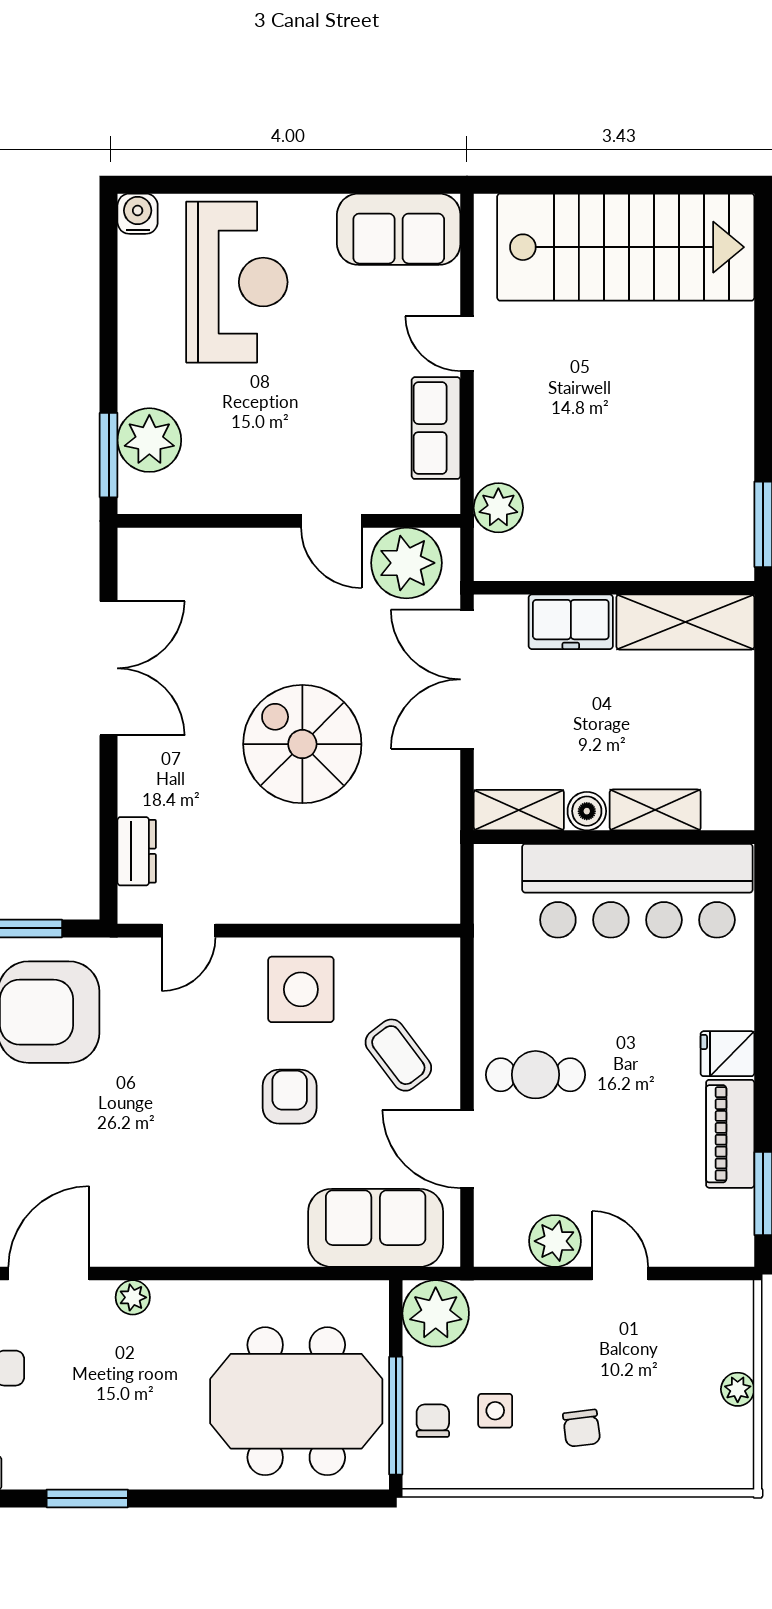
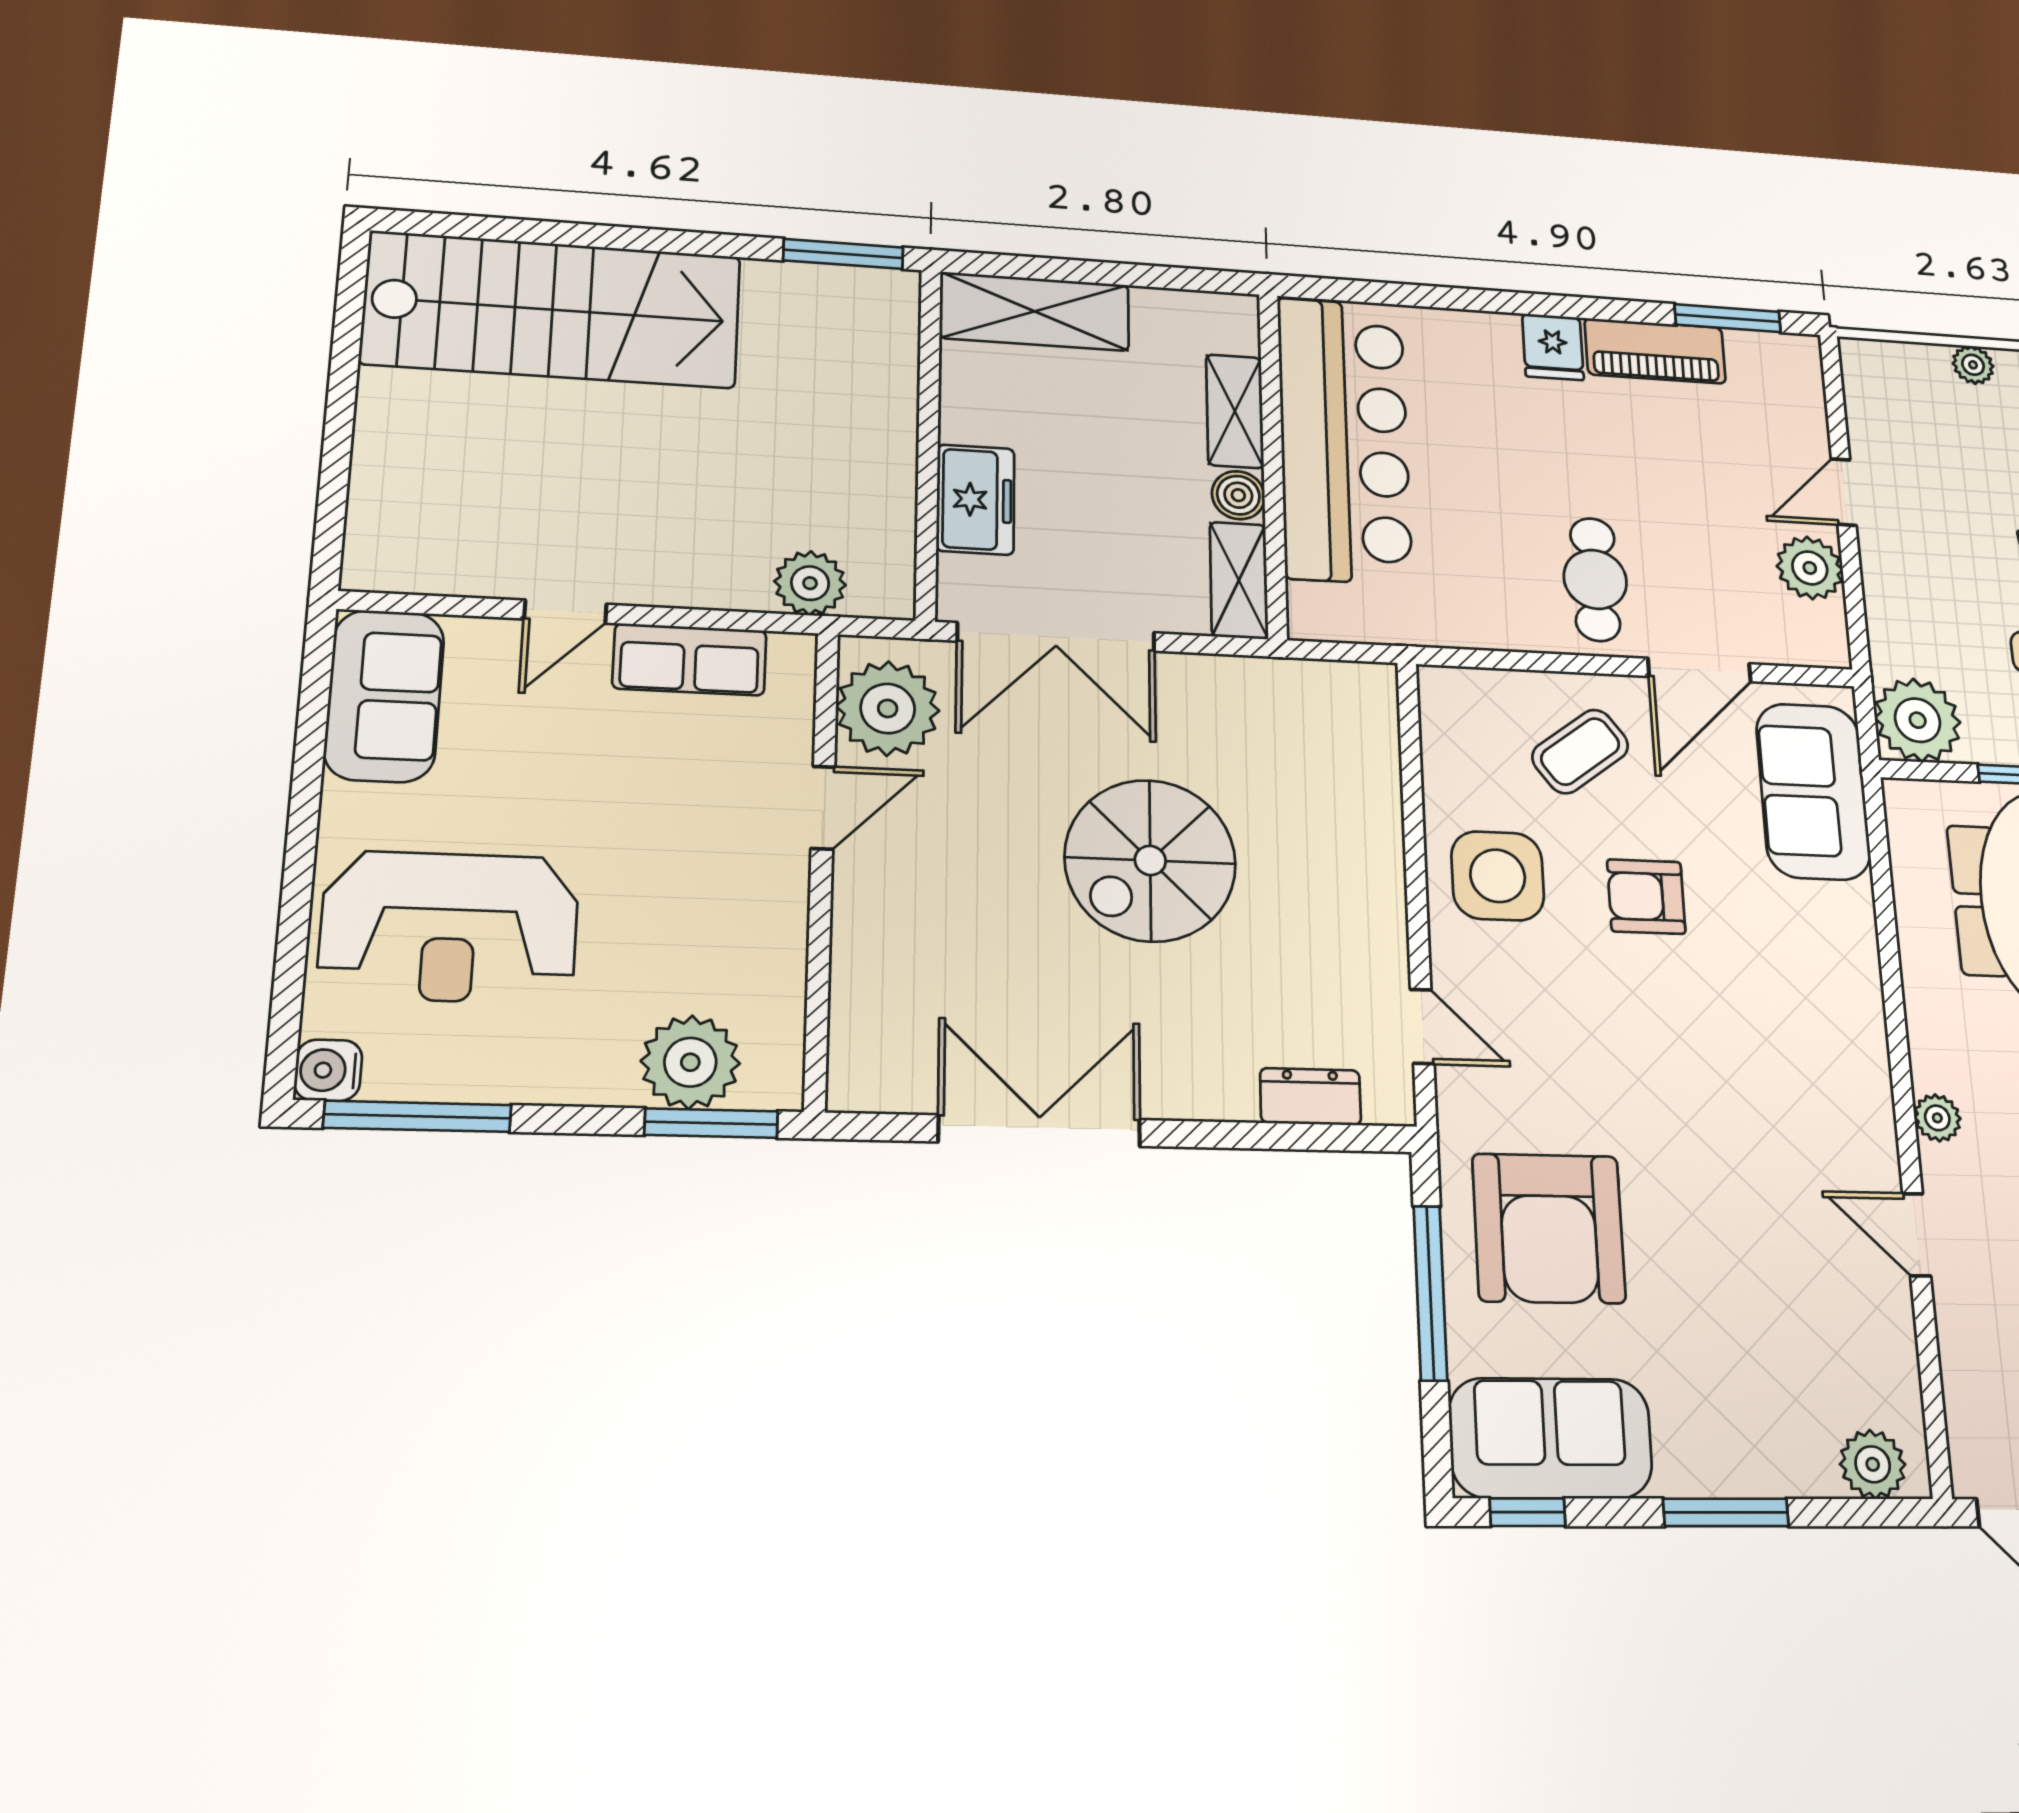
stairs: (626, 247) -> (552, 310), moved, turned 90
window: (109, 271) -> (418, 1116), added
reception desk: (237, 282) -> (449, 927), turned 180
shelving: (685, 622) -> (1035, 311), moved, turned 90
door: (49, 1274) -> (1917, 1235), width x0.73

